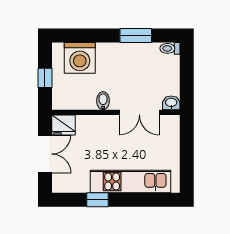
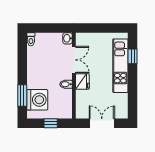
window: (136, 35) -> (22, 95), moved
fridge: (64, 125) -> (82, 82), moved
window: (98, 200) -> (133, 56), moved

